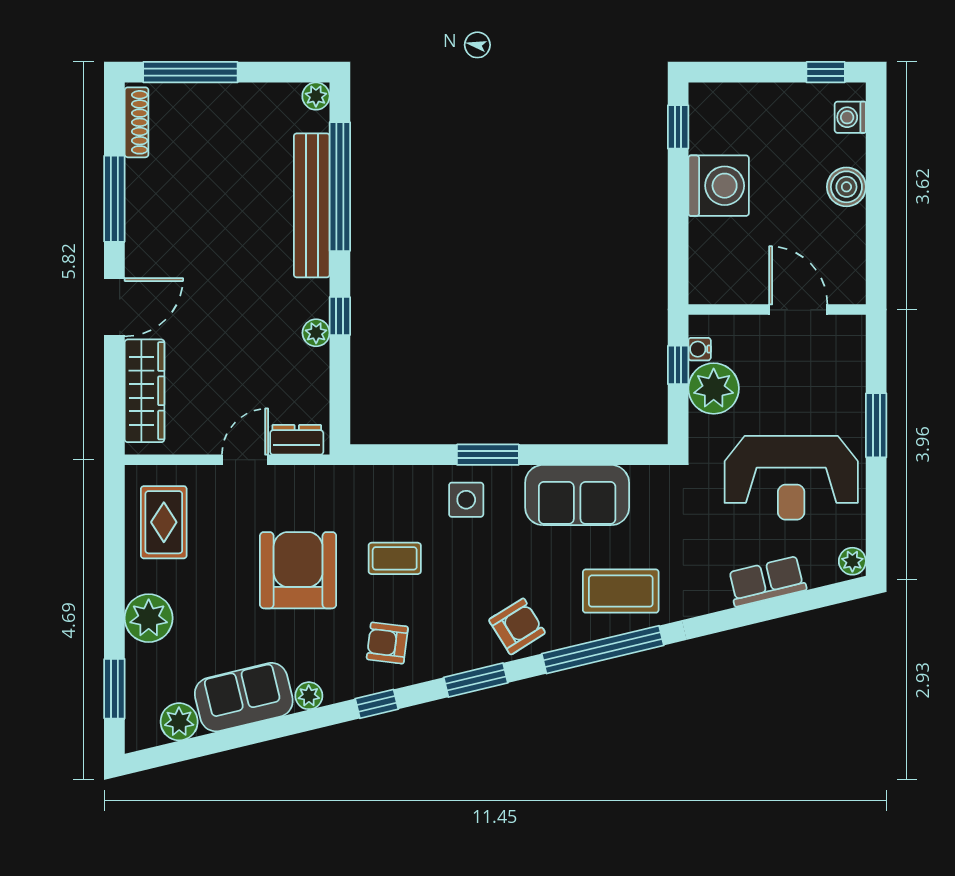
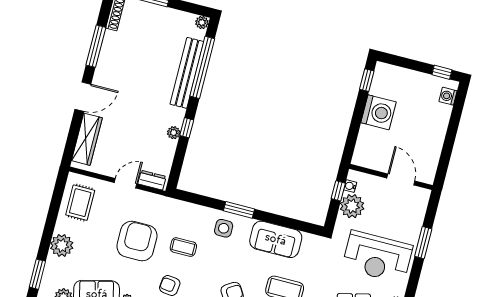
boiler: (846, 187) -> (438, 128), removed

